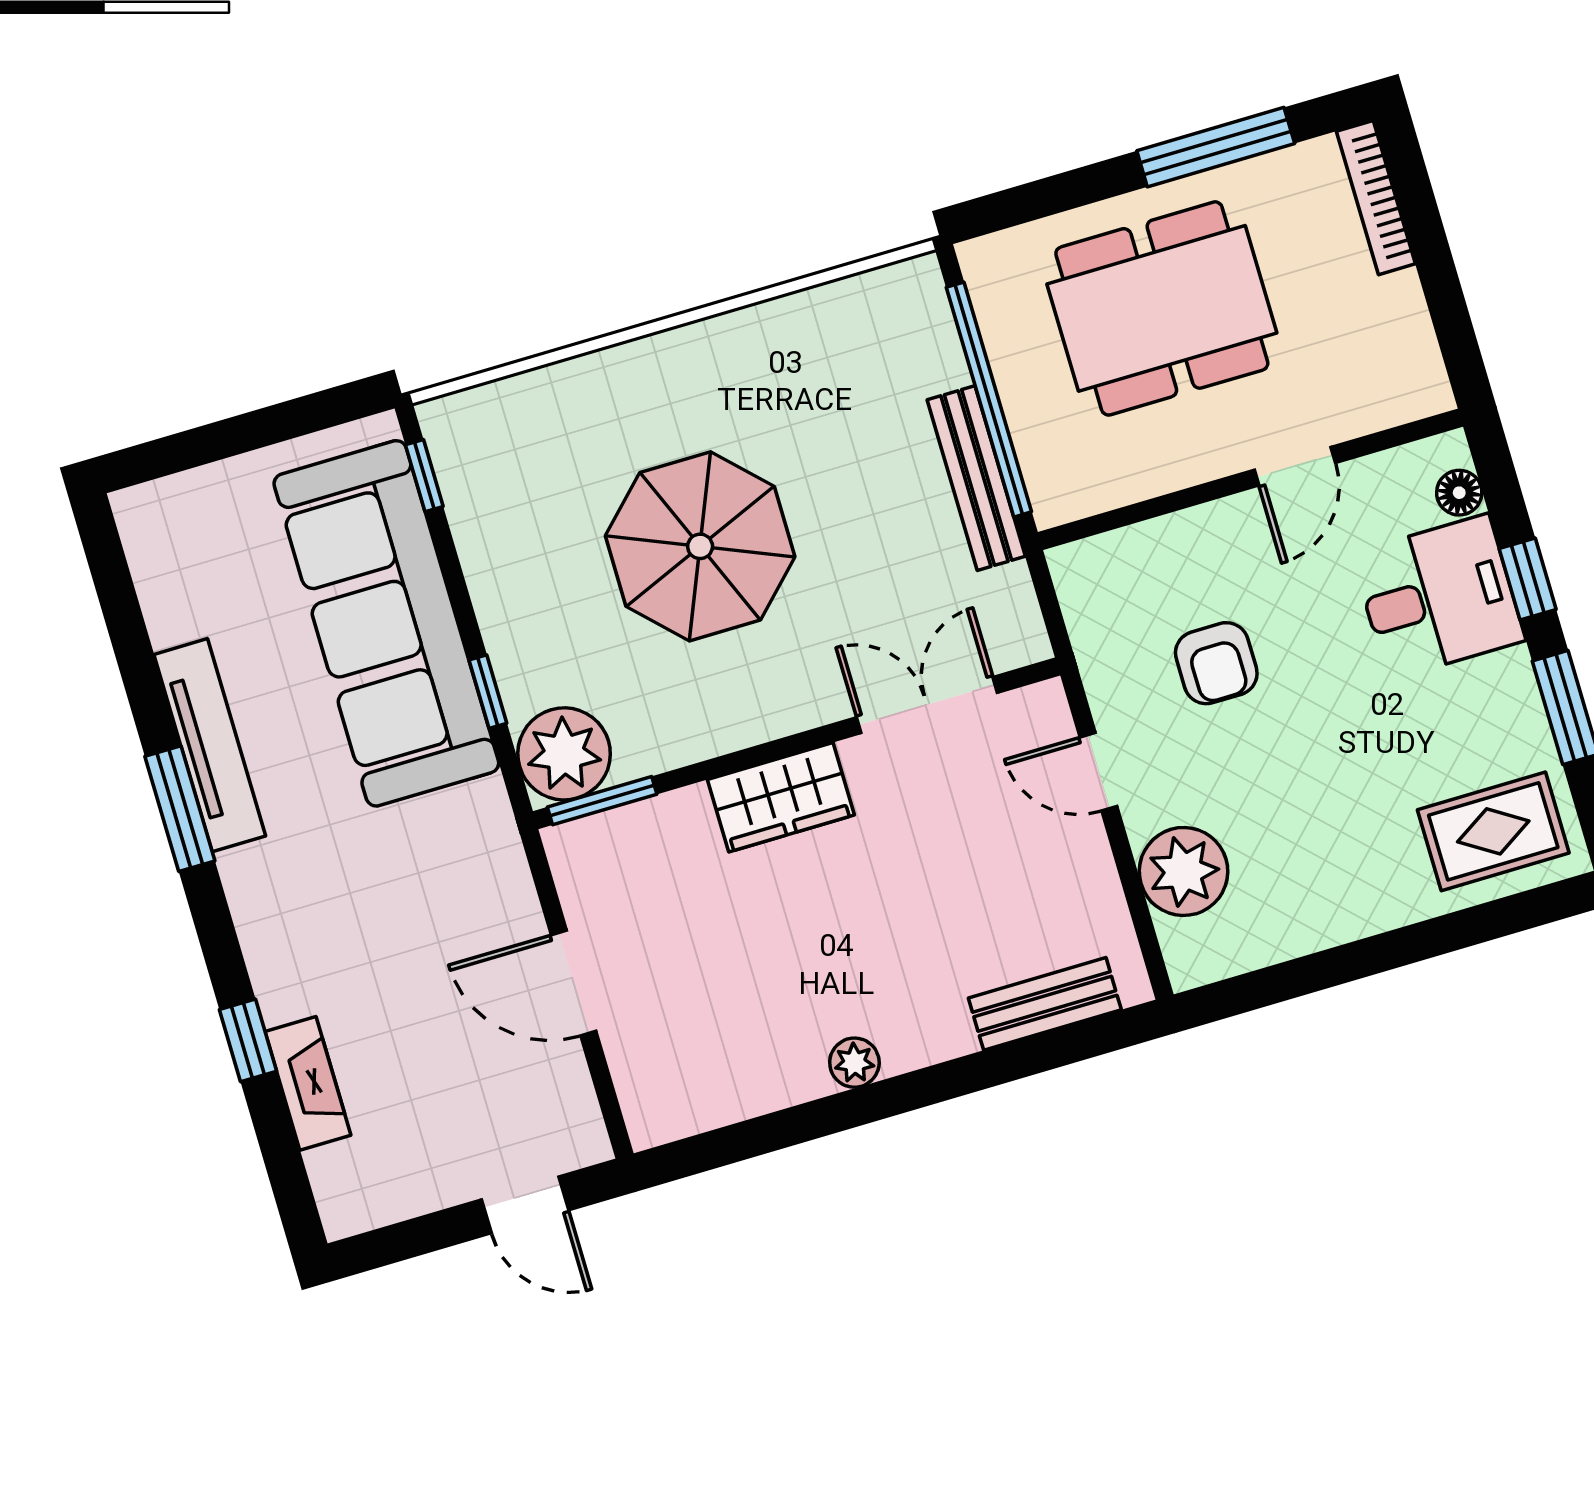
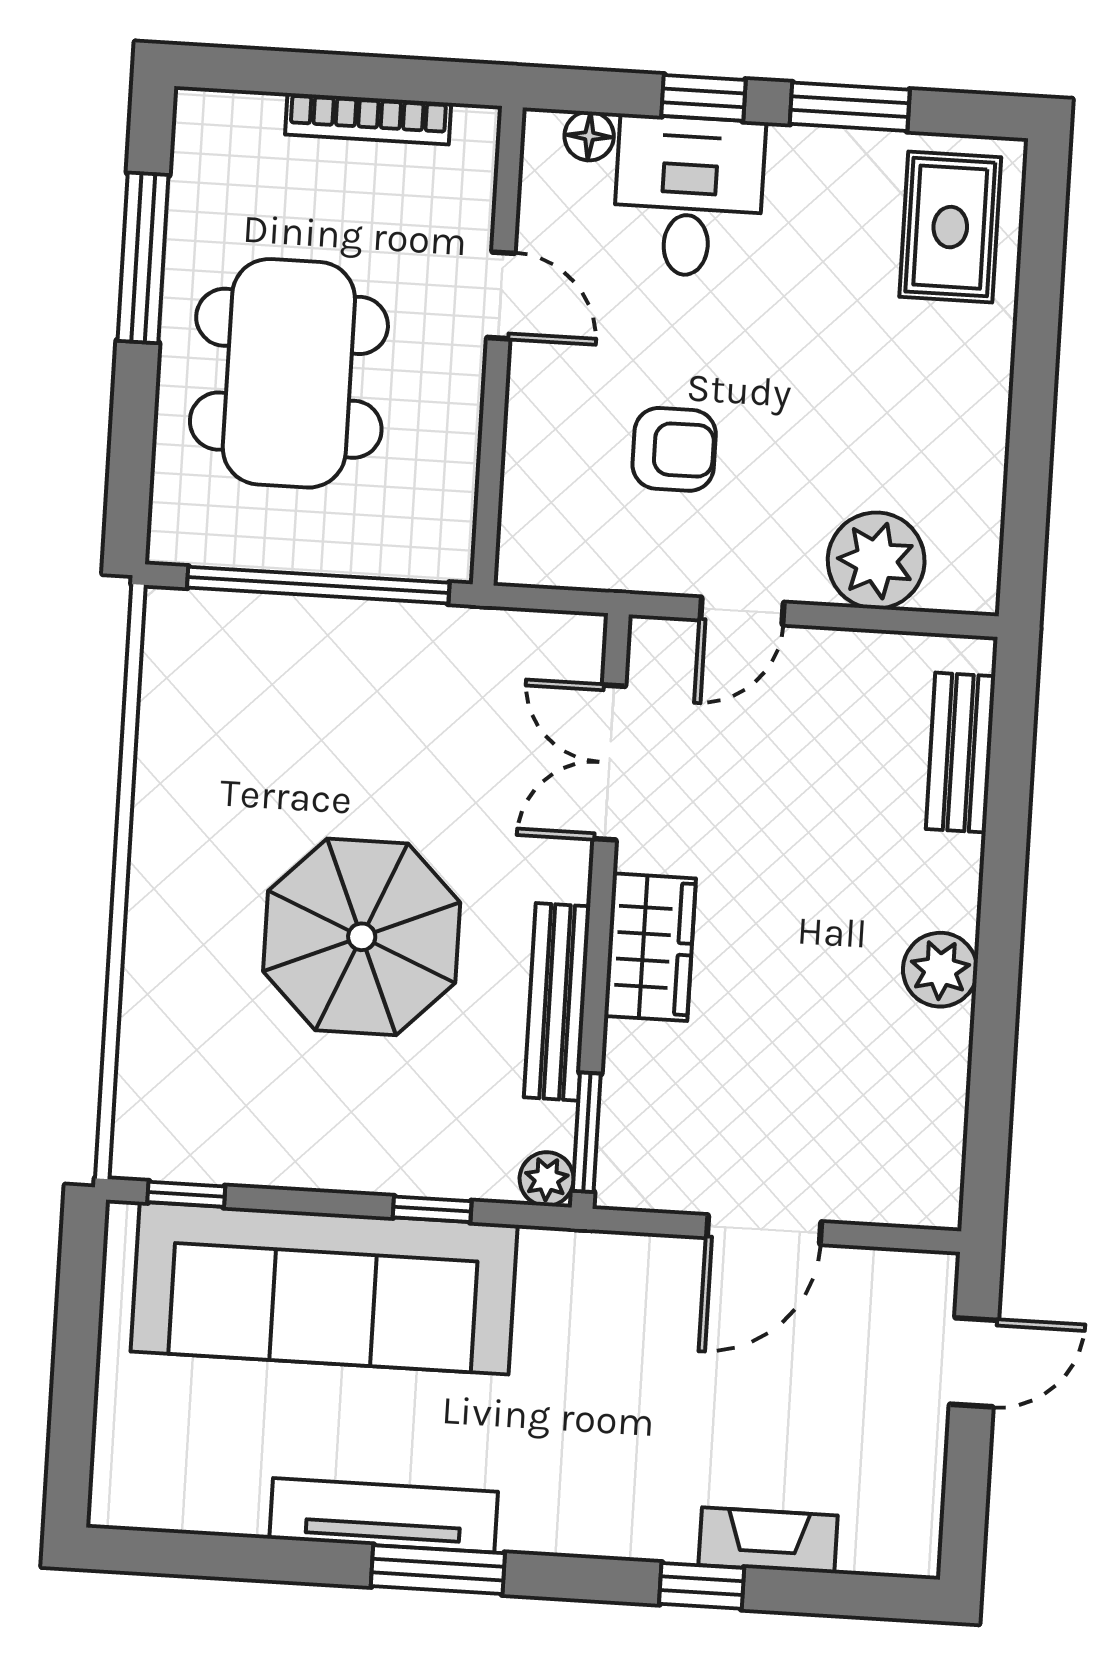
bookcase: (1376, 198) -> (368, 119), moved
bench: (976, 478) -> (557, 1002), moved, turned 90
plant: (564, 754) -> (547, 1179), width x0.53, depth x0.53
plant: (854, 1063) -> (940, 970), width x1.38, depth x1.38

